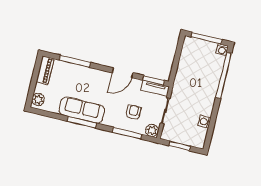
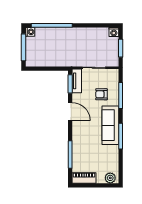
sofa: (82, 110) -> (110, 125), moved
washing machine: (204, 122) -> (114, 32), moved
plant: (152, 130) -> (113, 75), removed

